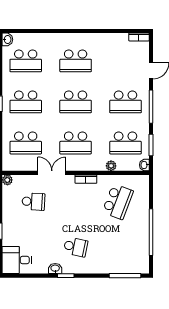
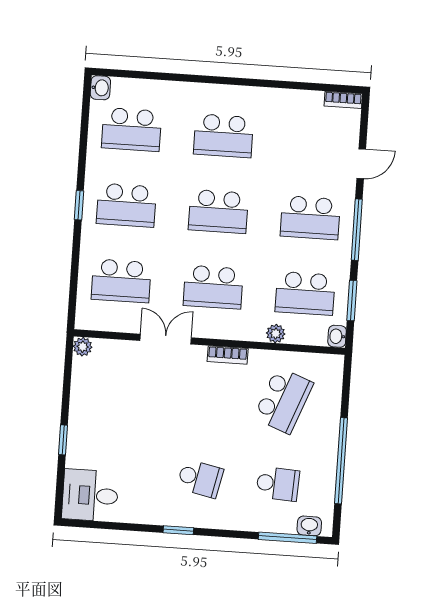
school desk: (33, 202) -> (278, 484), moved
washbasin: (55, 268) -> (309, 526), moved

